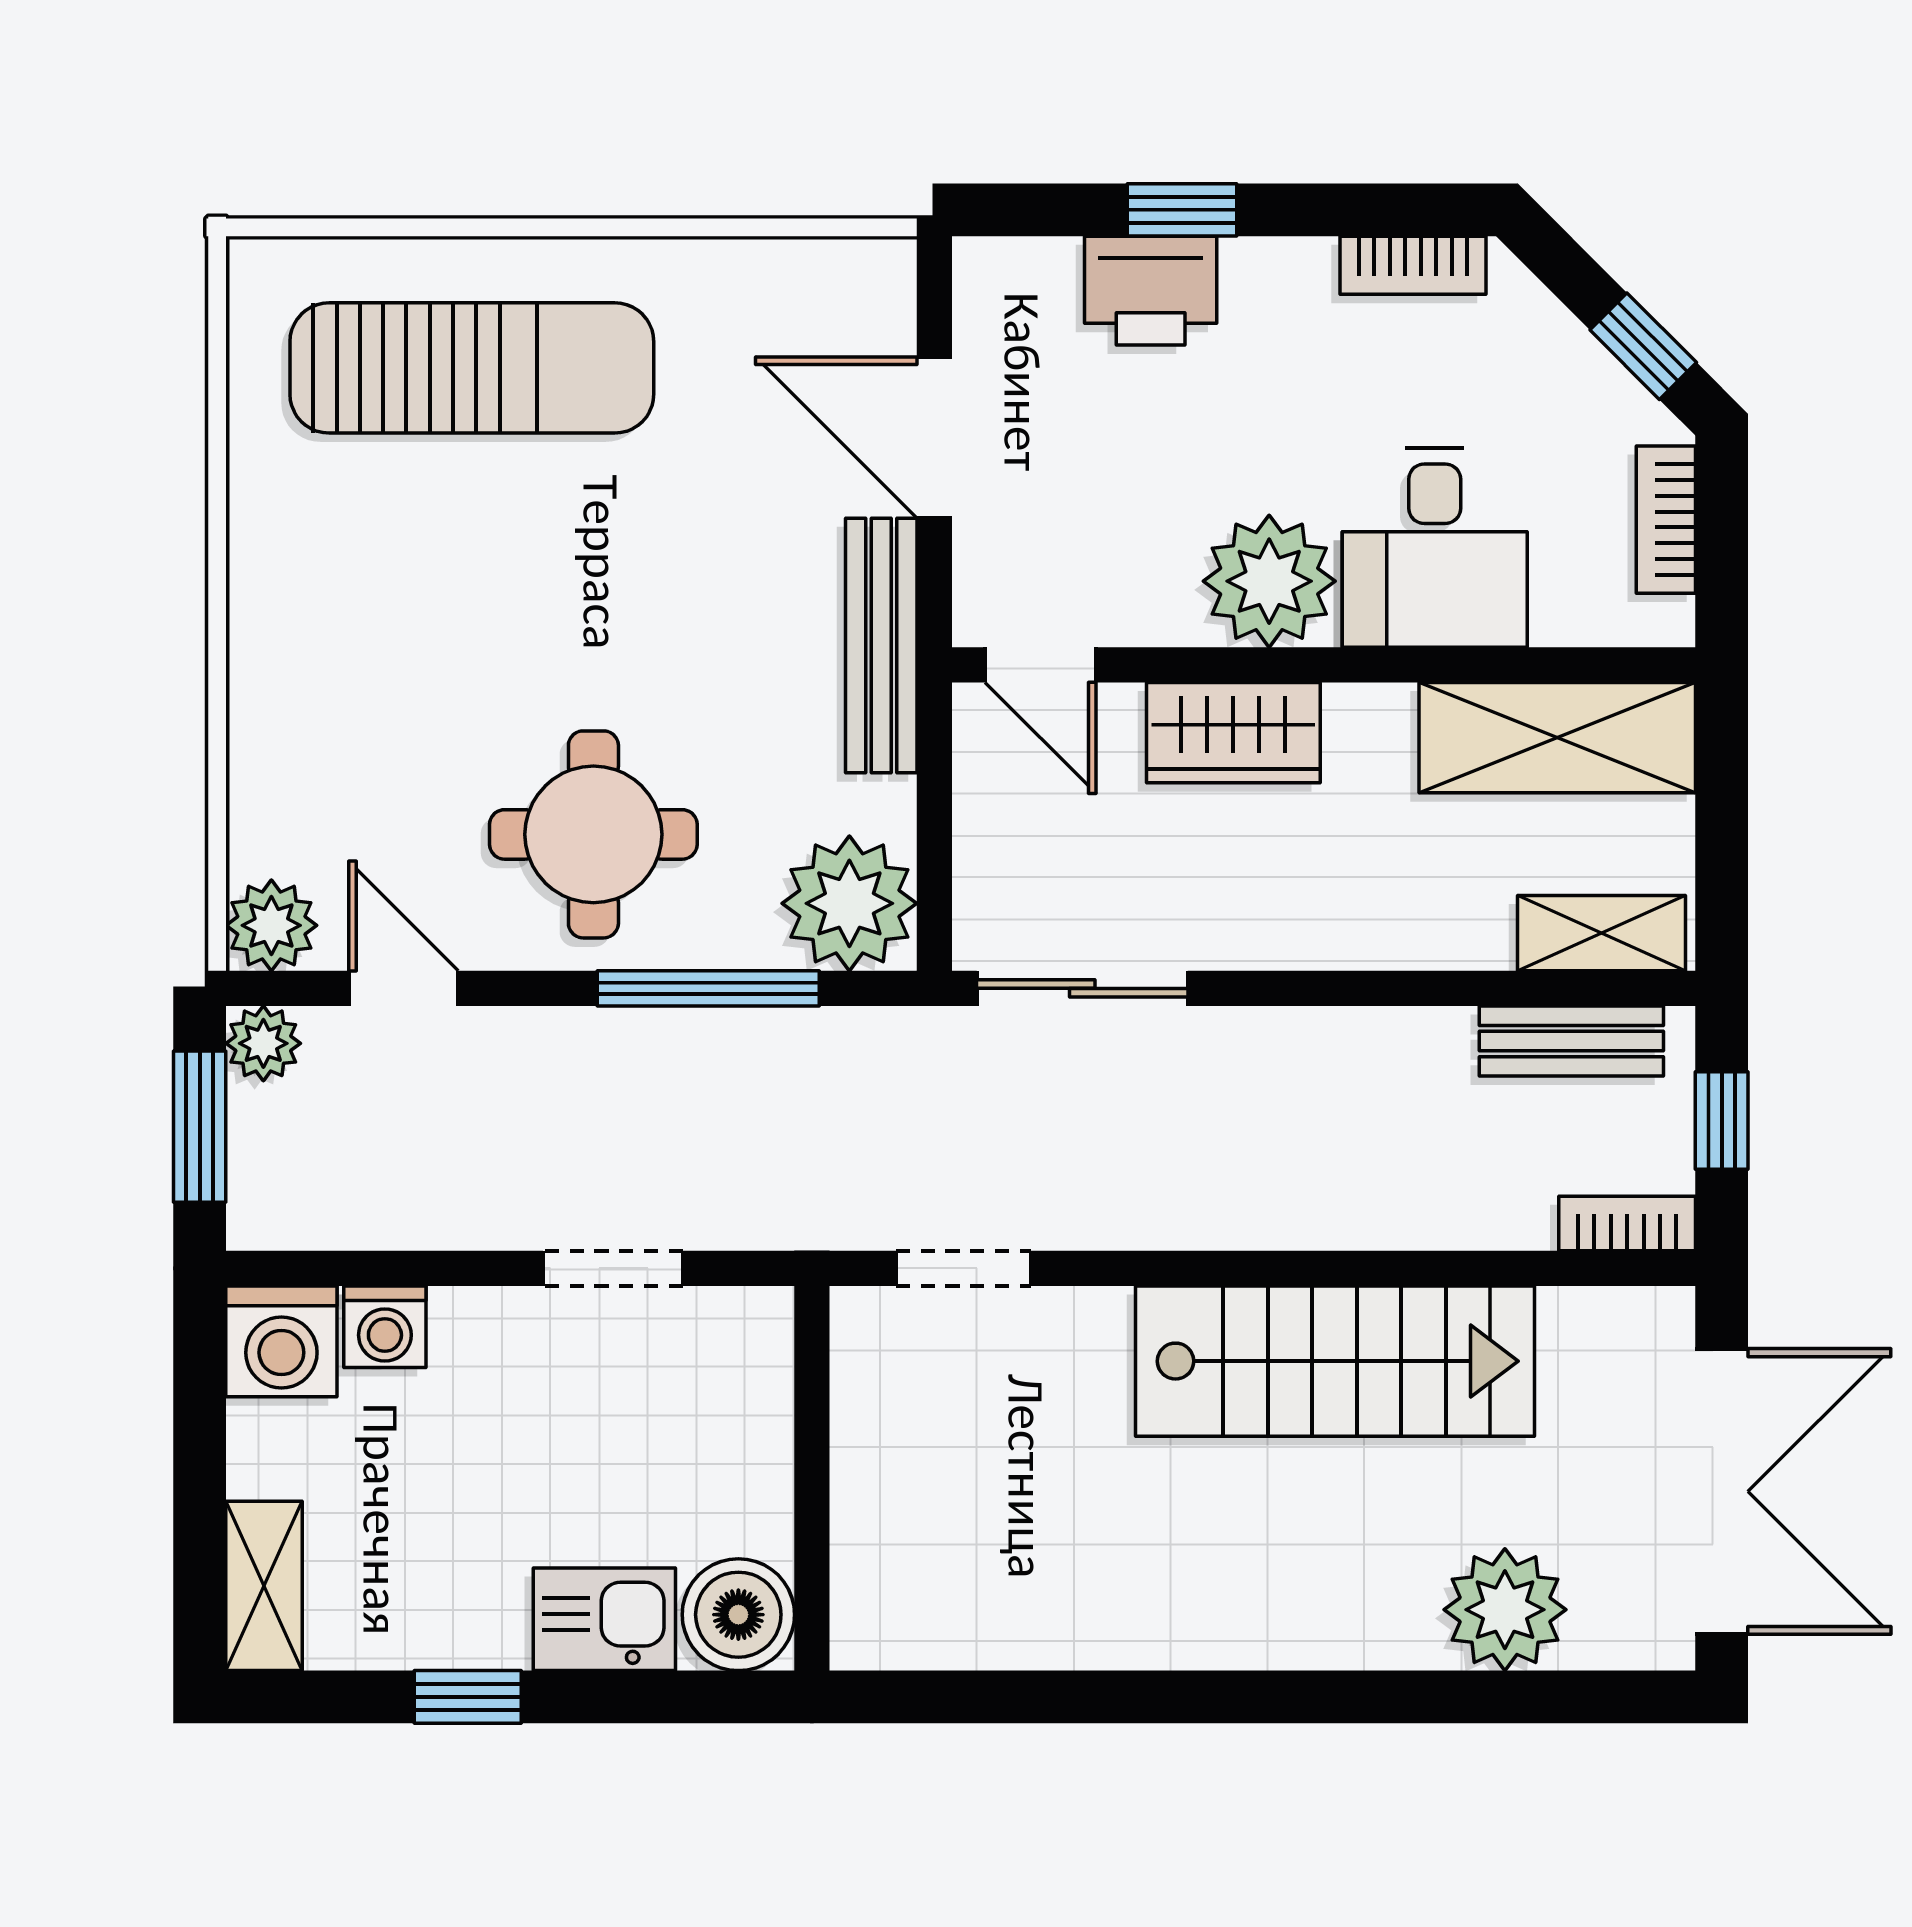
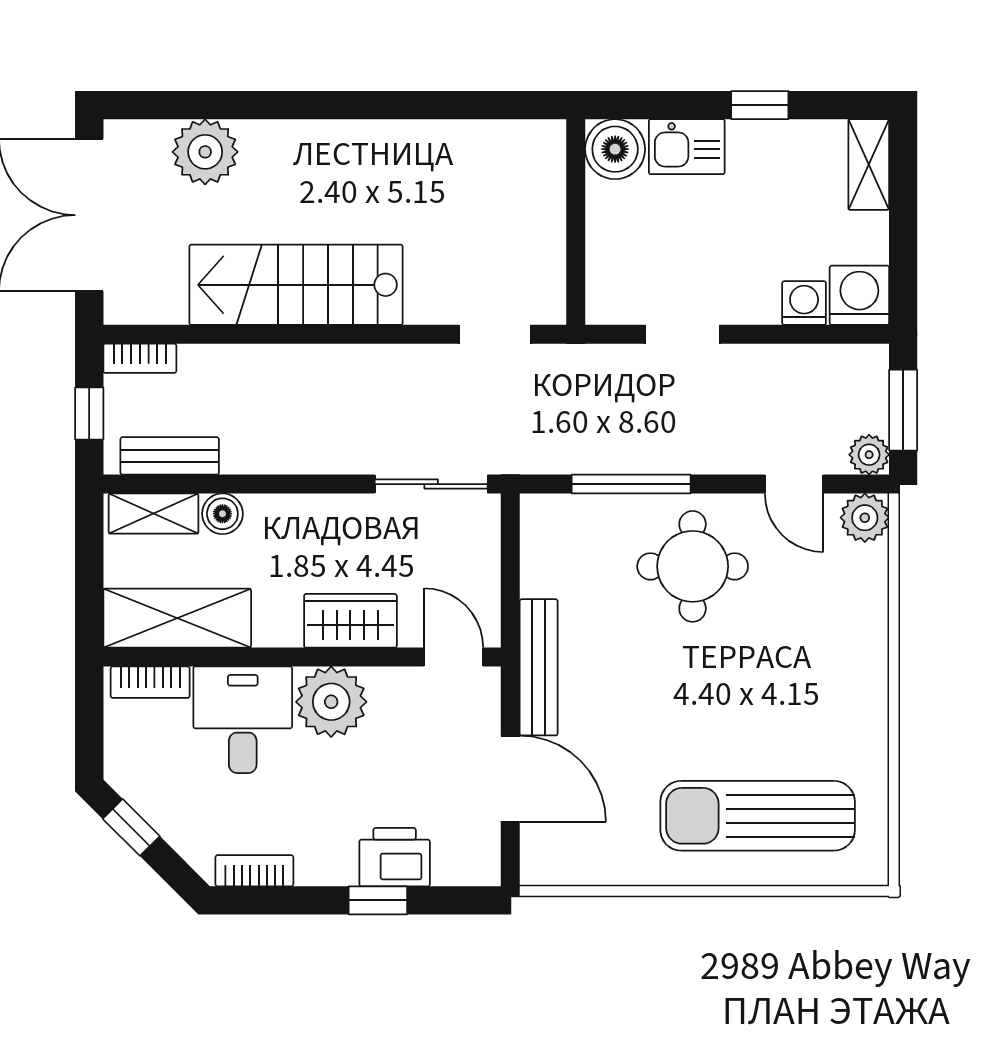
bookcase: (1666, 520) -> (150, 682), moved, turned 90
plant: (849, 903) -> (556, 529), removed
boiler: (1473, 933) -> (222, 514), added

